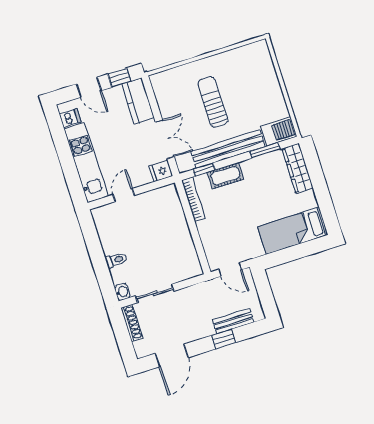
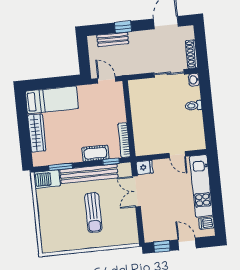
kitchen counter: (138, 101) -> (151, 225), removed
wardrobe: (297, 168) -> (37, 133), moved
door: (124, 195) -> (177, 155), hinge flipped

